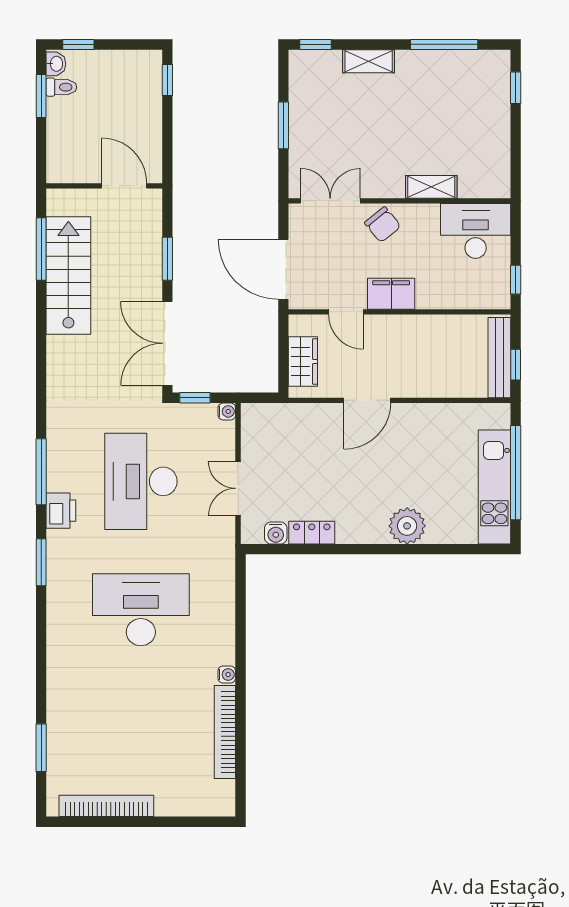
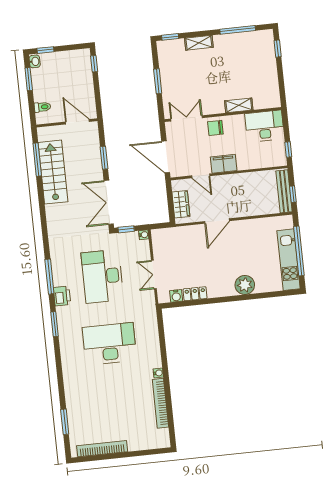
toilet: (61, 87) -> (42, 107), moved
chair: (383, 225) -> (215, 128), turned 129

